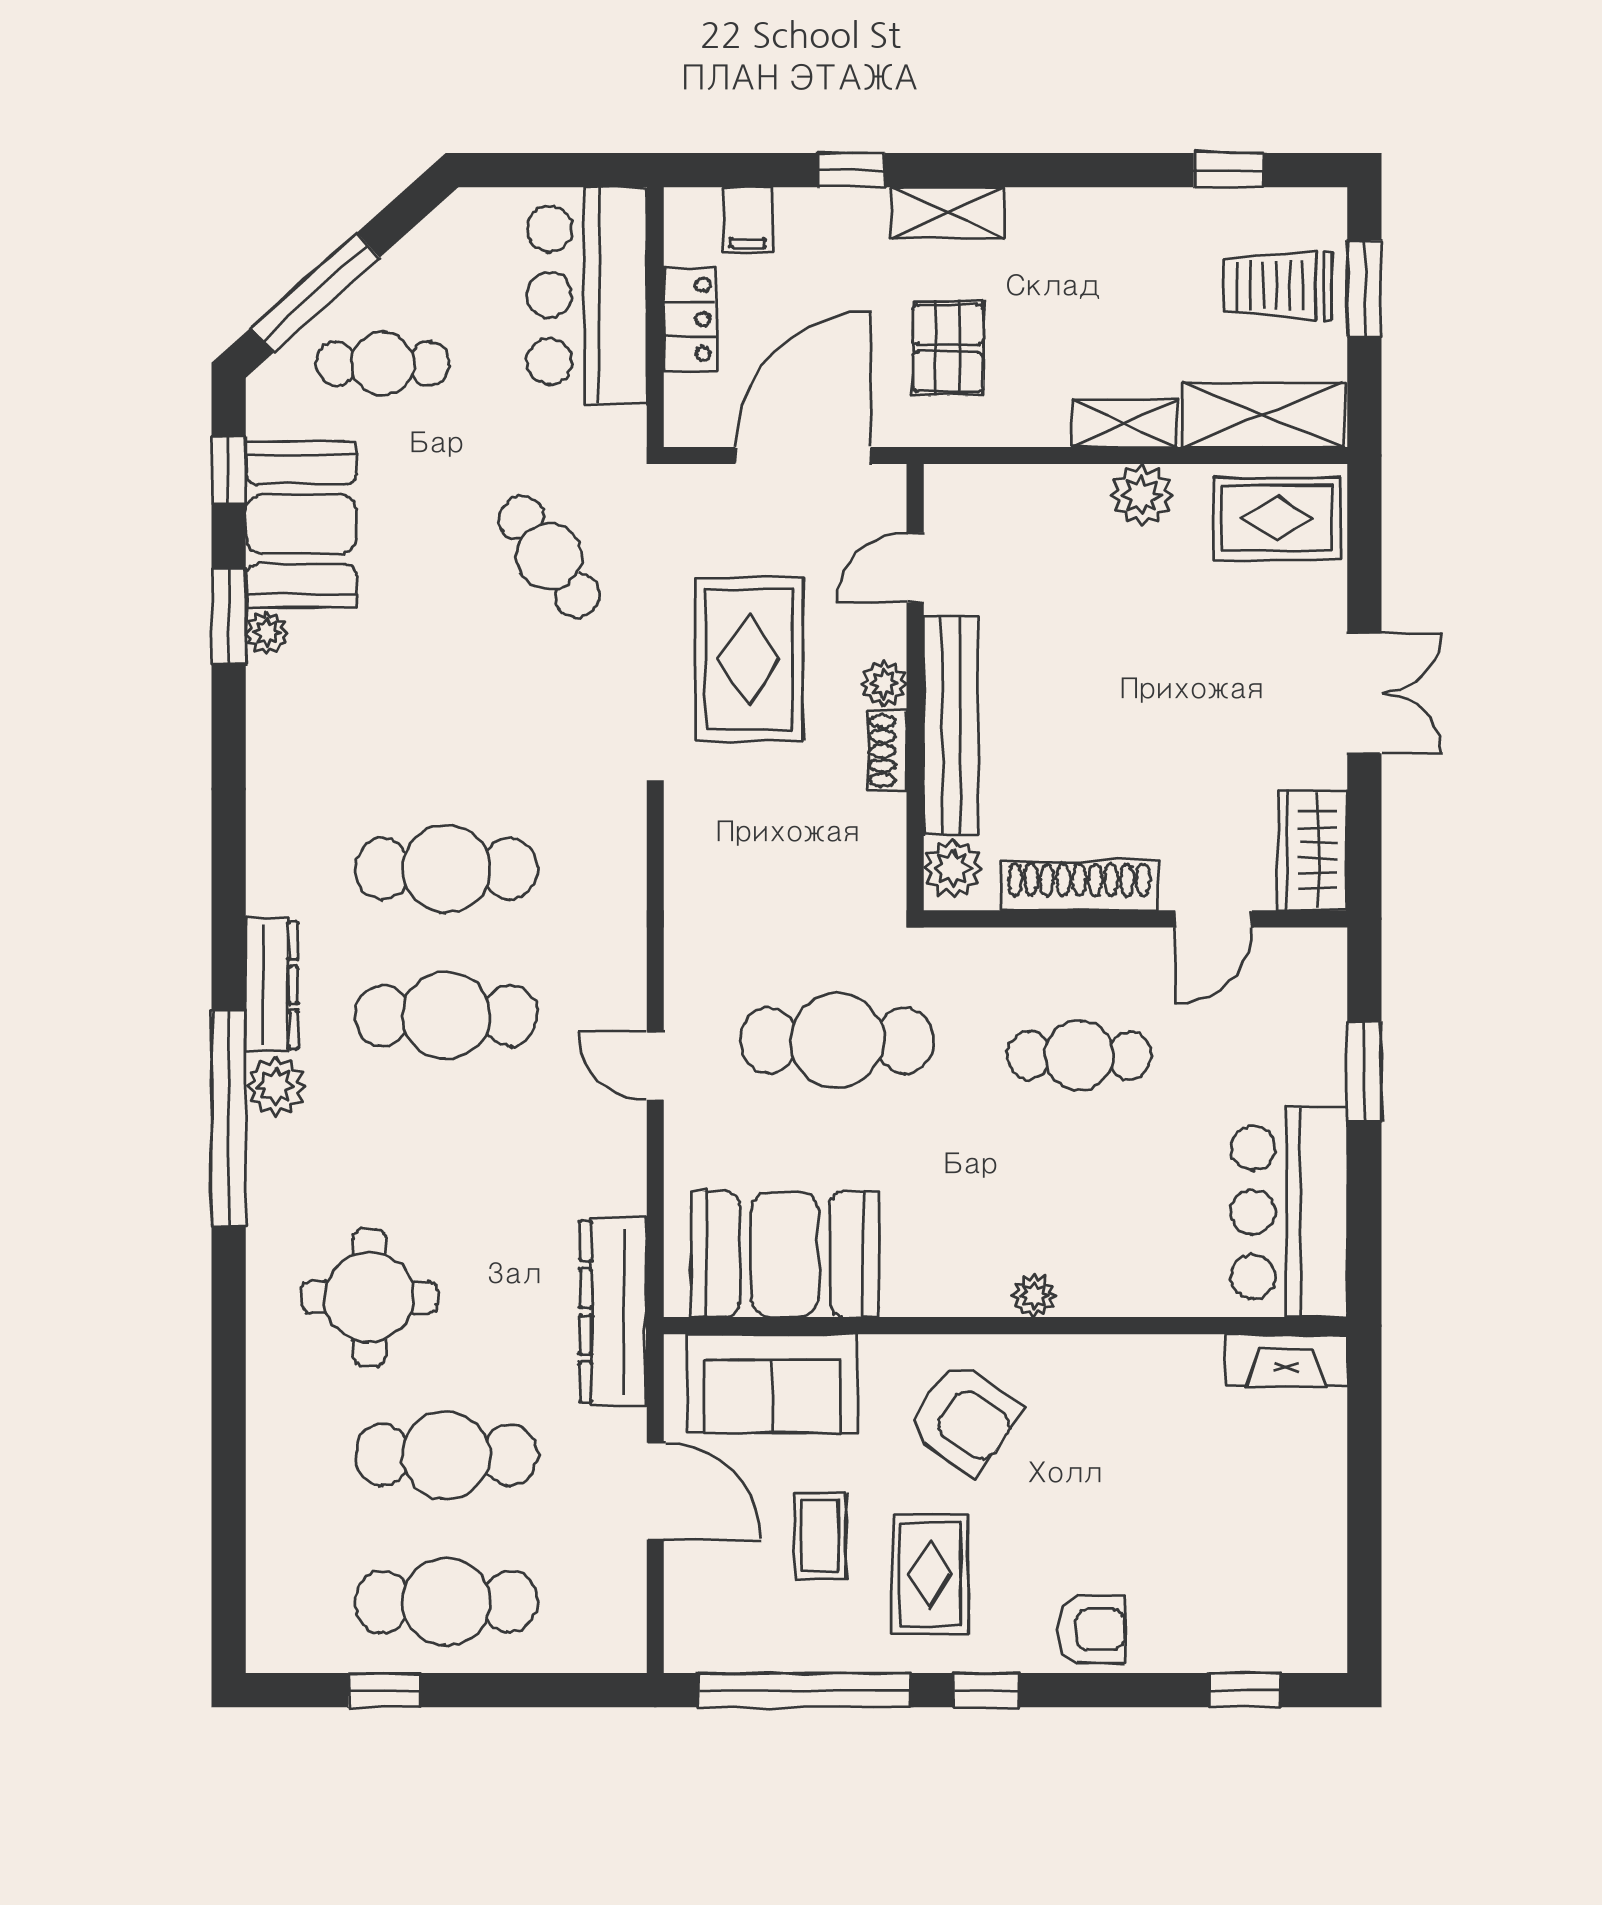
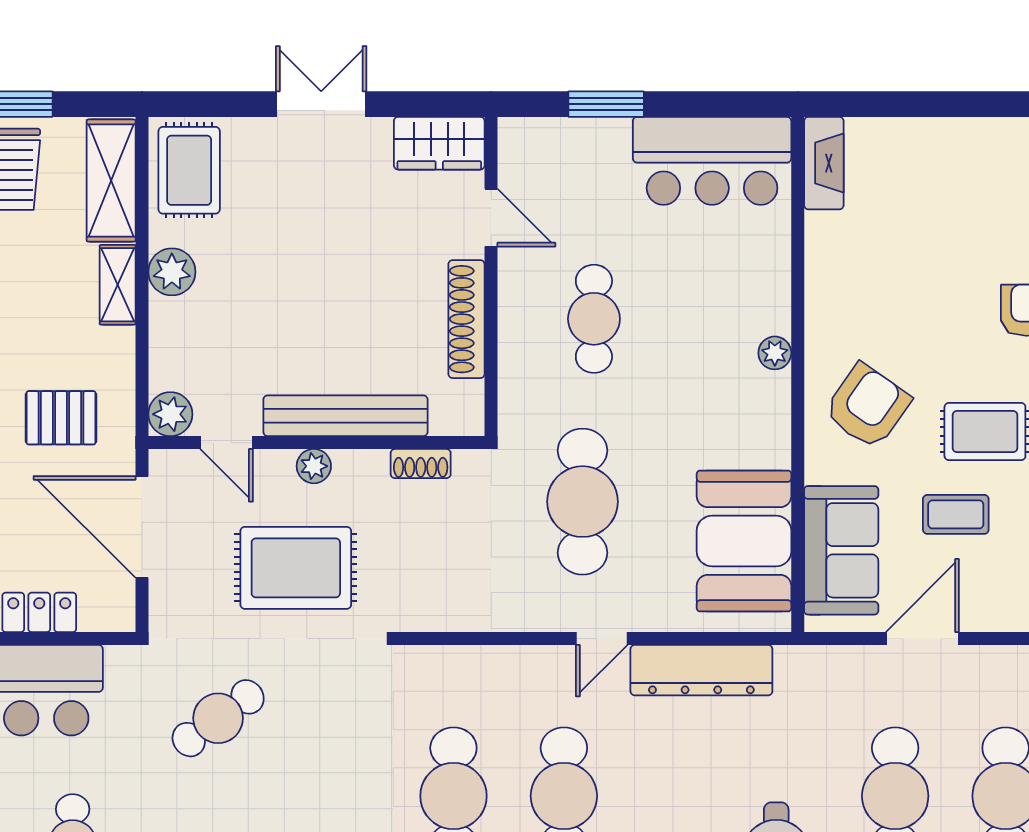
shoe rack: (887, 751) -> (421, 464), moved
plant: (953, 868) -> (170, 414), moved
dresser: (613, 1311) -> (701, 670), moved

